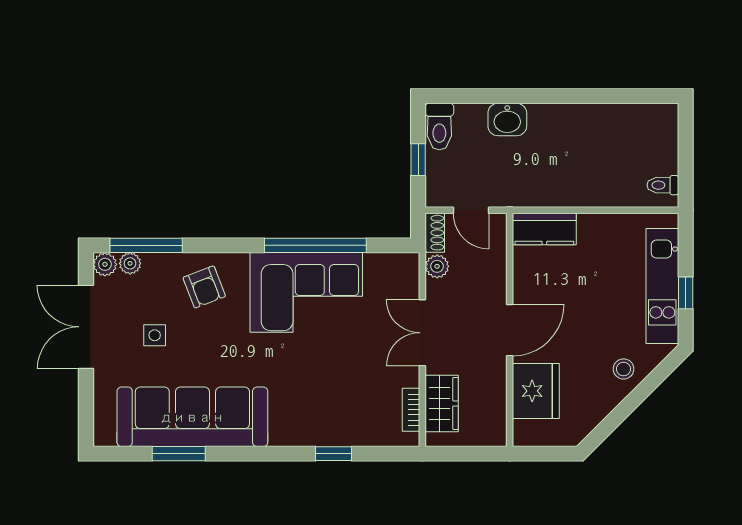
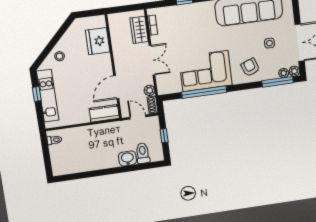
toilet: (439, 127) -> (143, 153), moved
door: (510, 330) -> (116, 87), moved

